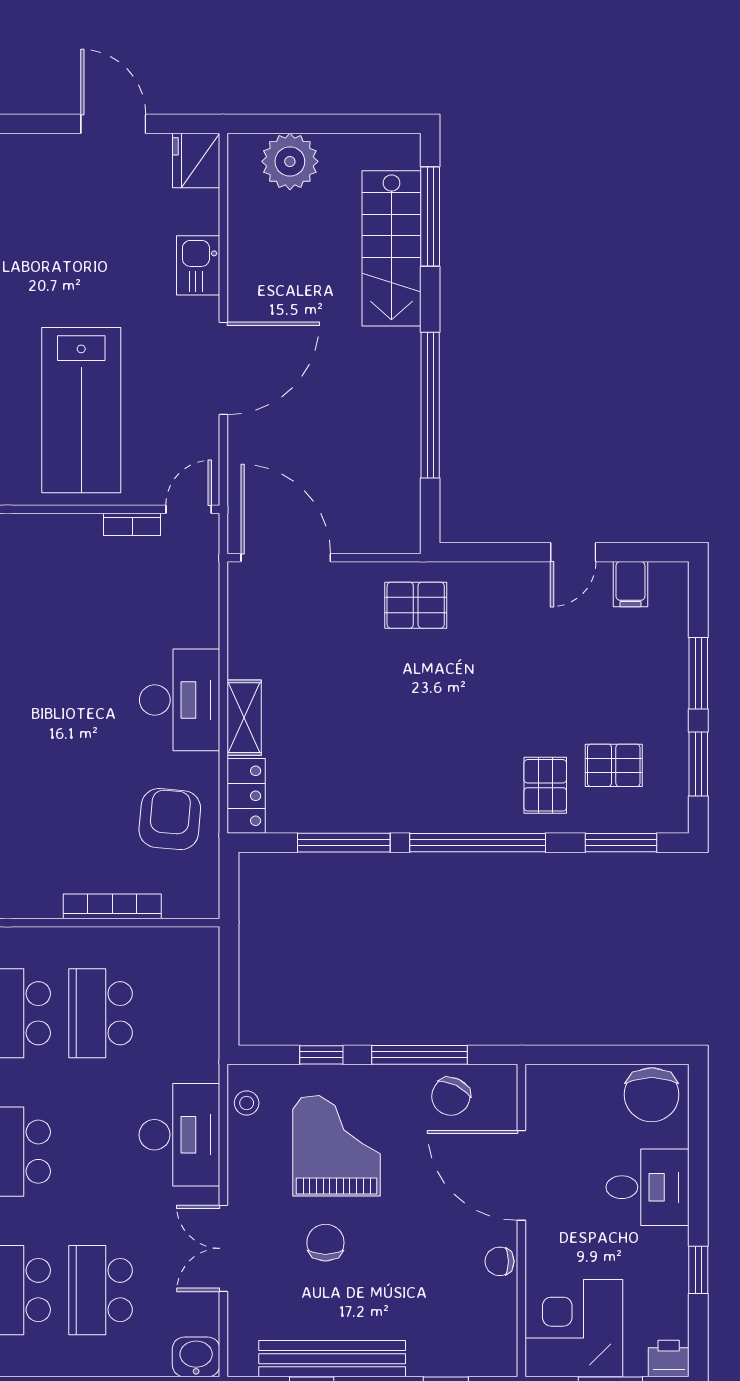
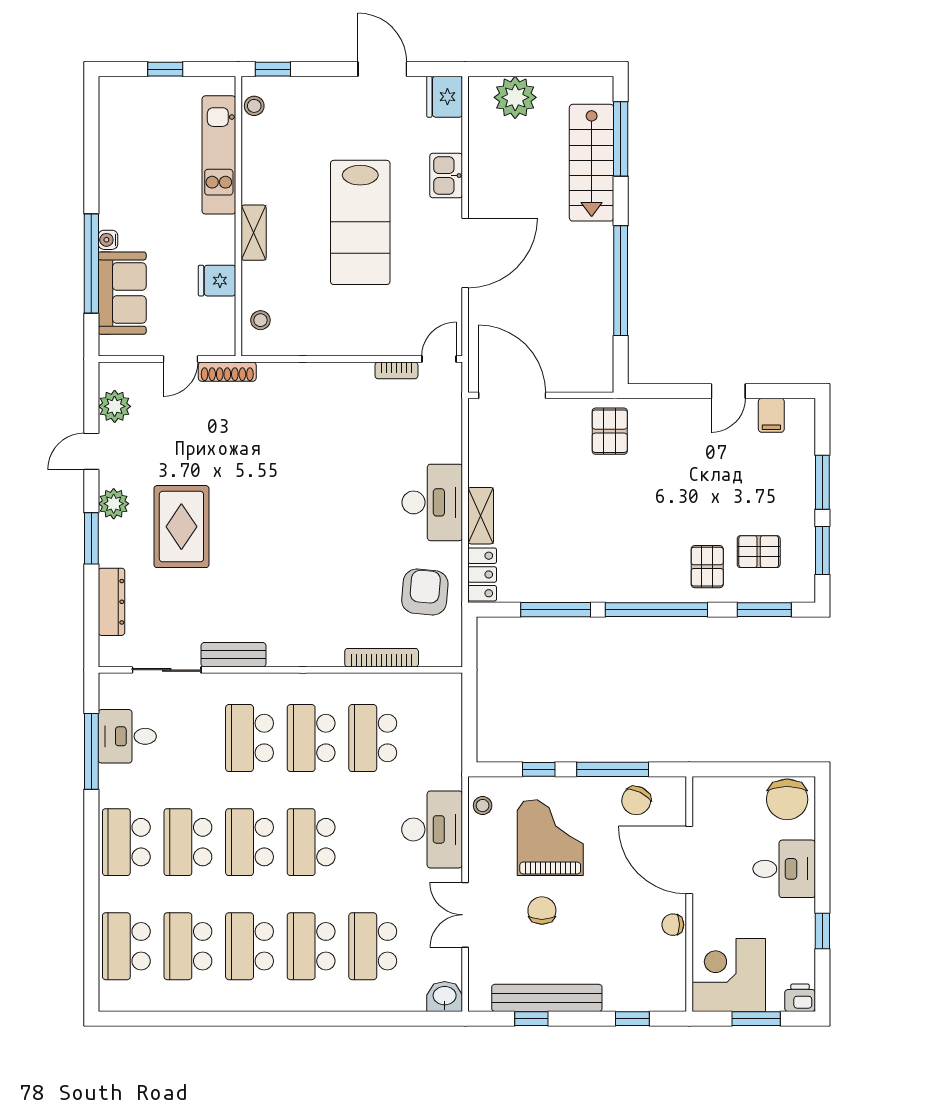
lab bench: (81, 410) -> (360, 222), moved
pallet: (416, 605) -> (610, 431), turned 90

